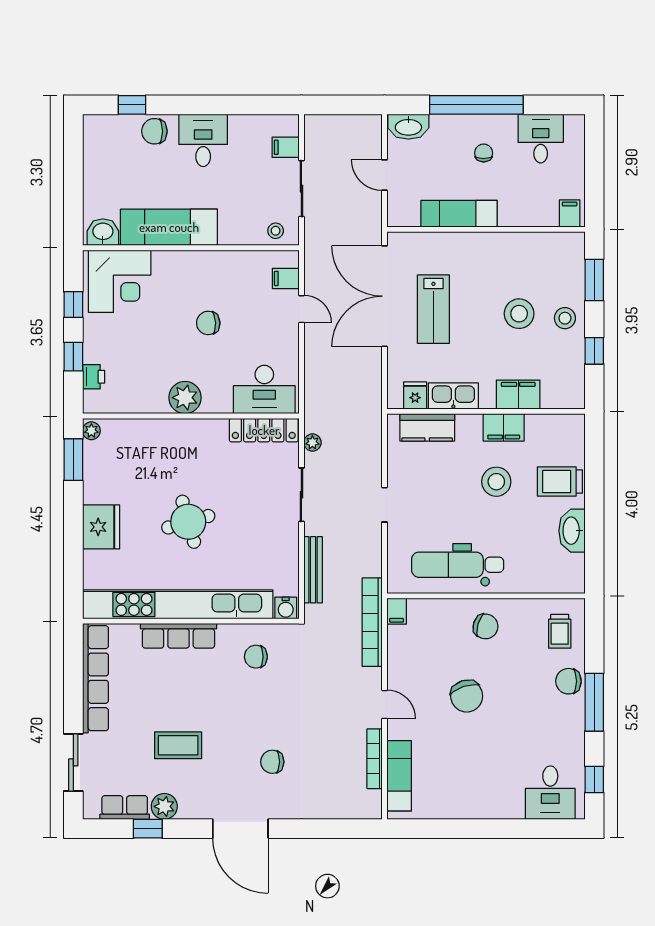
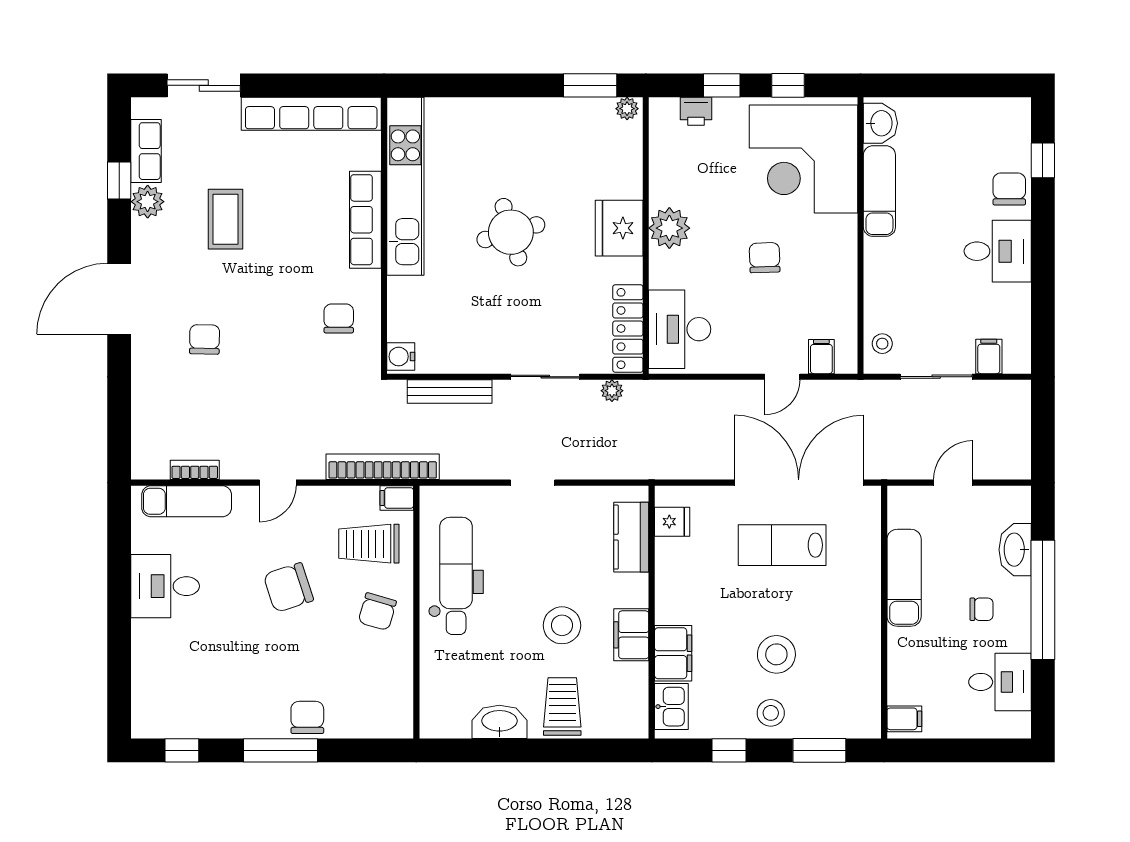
washbasin: (408, 127) -> (1015, 550), moved
exam couch: (169, 227) -> (879, 191), width x0.73, depth x0.69
corner desk: (120, 281) -> (803, 159), width x1.36, depth x1.36
kitchen sink: (453, 396) -> (671, 707), moved, width x0.73
fridge: (101, 527) -> (619, 228), moved, turned 90
kitchen unit: (178, 604) -> (405, 186), width x0.73
trolley: (560, 631) -> (369, 544), moved, width x1.36, depth x1.39
bookcase: (375, 759) -> (195, 470), width x0.64
desk: (550, 793) -> (165, 586), moved

